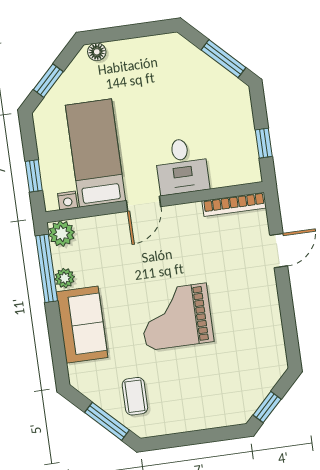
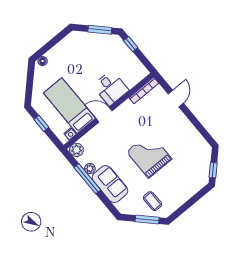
window: (48, 81) -> (29, 87), removed
window: (264, 143) -> (131, 44), moved
window: (34, 176) -> (41, 123), moved
door: (143, 204) -> (104, 115), swing flipped
window: (47, 268) -> (87, 179), moved
grand piano: (176, 317) -> (149, 155), turned 90

